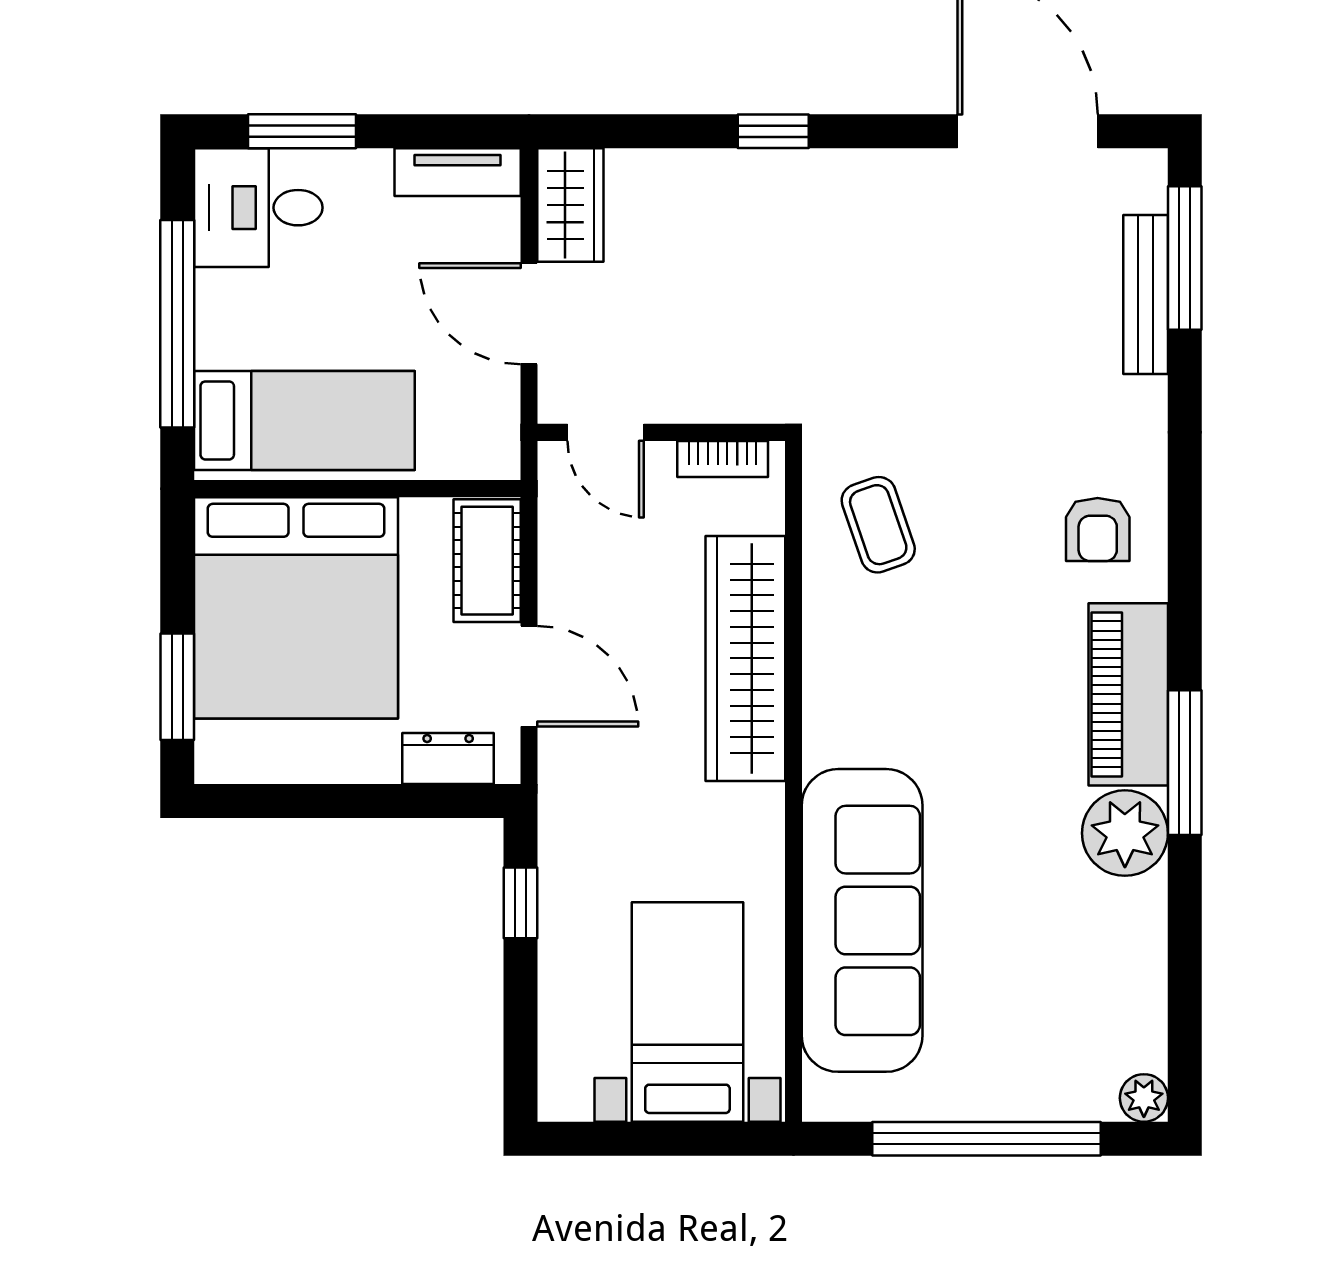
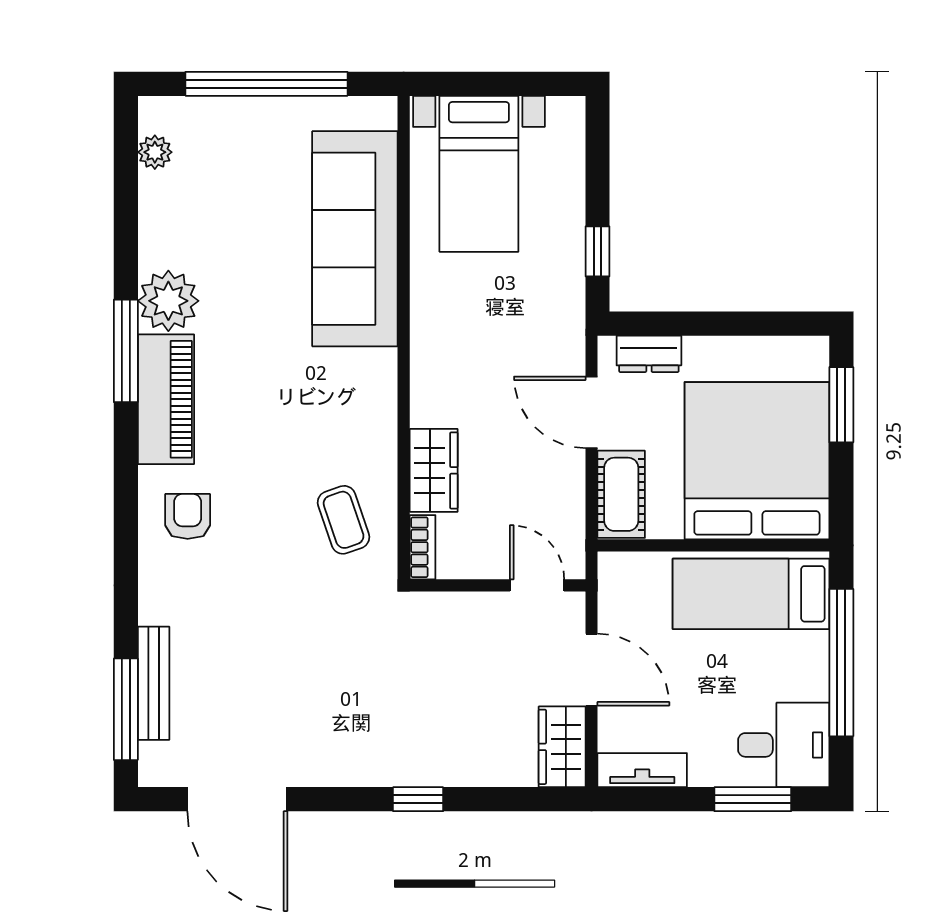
bookcase: (723, 459) -> (423, 547), moved, turned 90
wardrobe: (745, 658) -> (434, 470), width x0.48, depth x0.85
plant: (1144, 1098) -> (155, 152), moved

